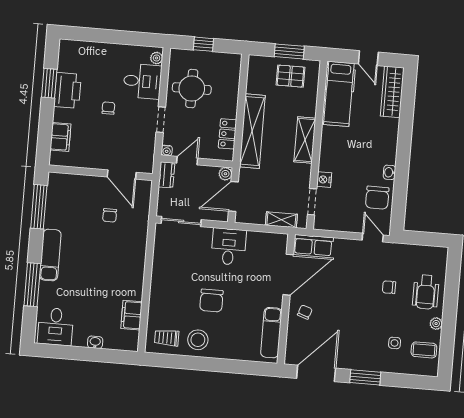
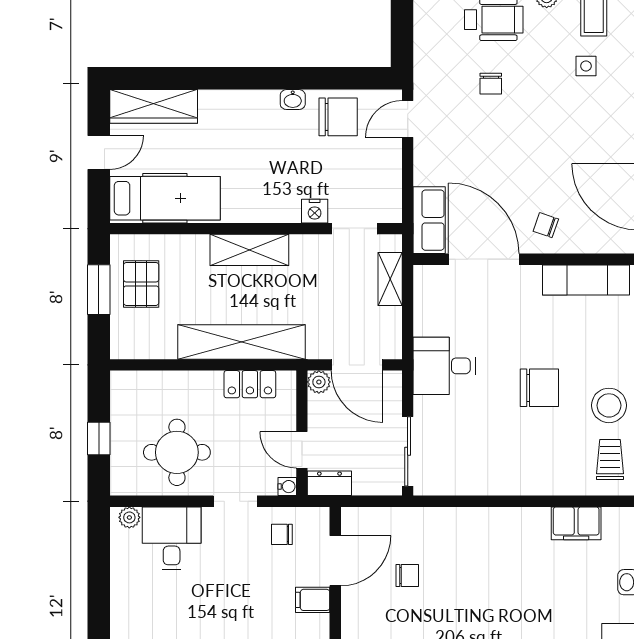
chair: (108, 108) -> (282, 534), moved
filing cabinet: (100, 160) -> (313, 600), added
trolley: (167, 338) -> (610, 459), turned 180

